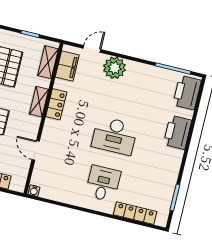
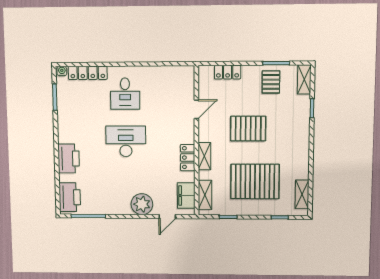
door: (36, 150) -> (196, 109), hinge flipped
water cooler: (34, 191) -> (62, 71), moved

